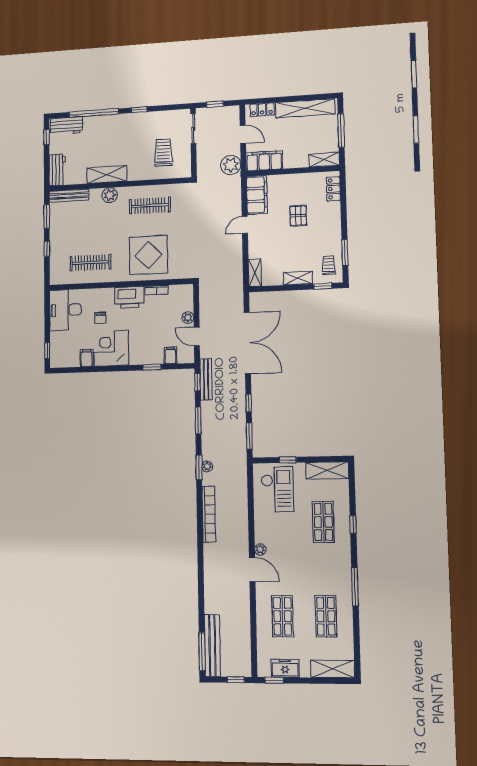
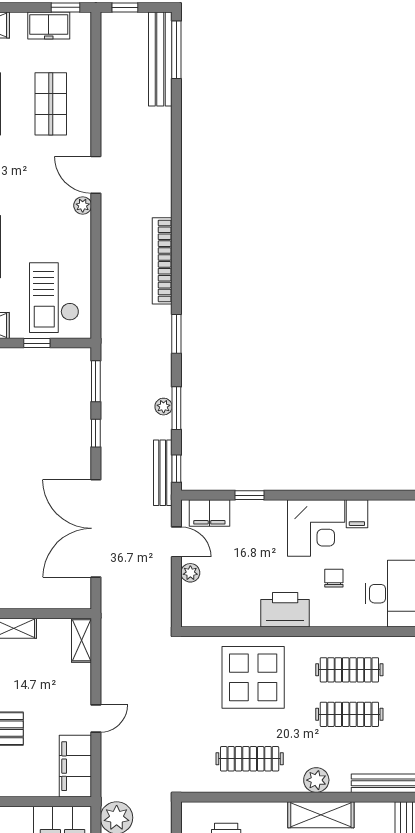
clothes rail: (90, 236) -> (349, 714), added
bookcase: (157, 290) -> (241, 620), removed
filing cabinet: (170, 355) -> (209, 513), width x2.00
plant: (207, 466) -> (164, 407), moved

